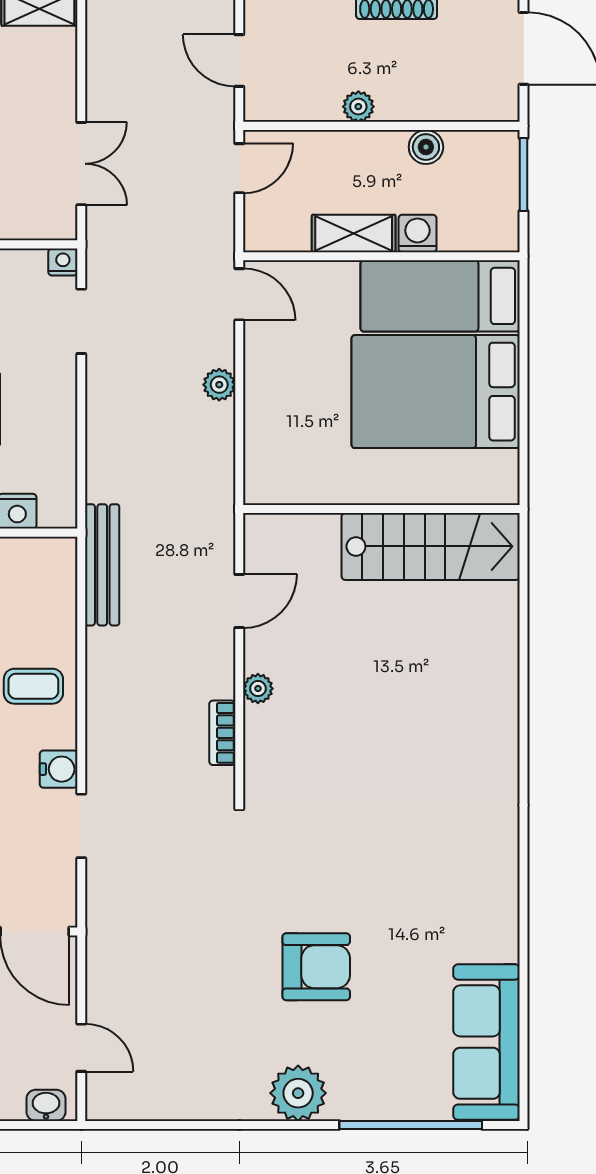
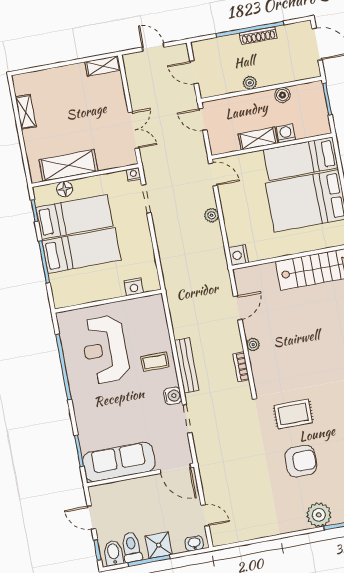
door: (239, 168) -> (203, 119), swing flipped
nightstand: (262, 484) -> (238, 255), added
bench: (102, 565) -> (187, 365), moved
rug: (319, 859) -> (293, 414), added
plant: (298, 1093) -> (319, 515), moved

